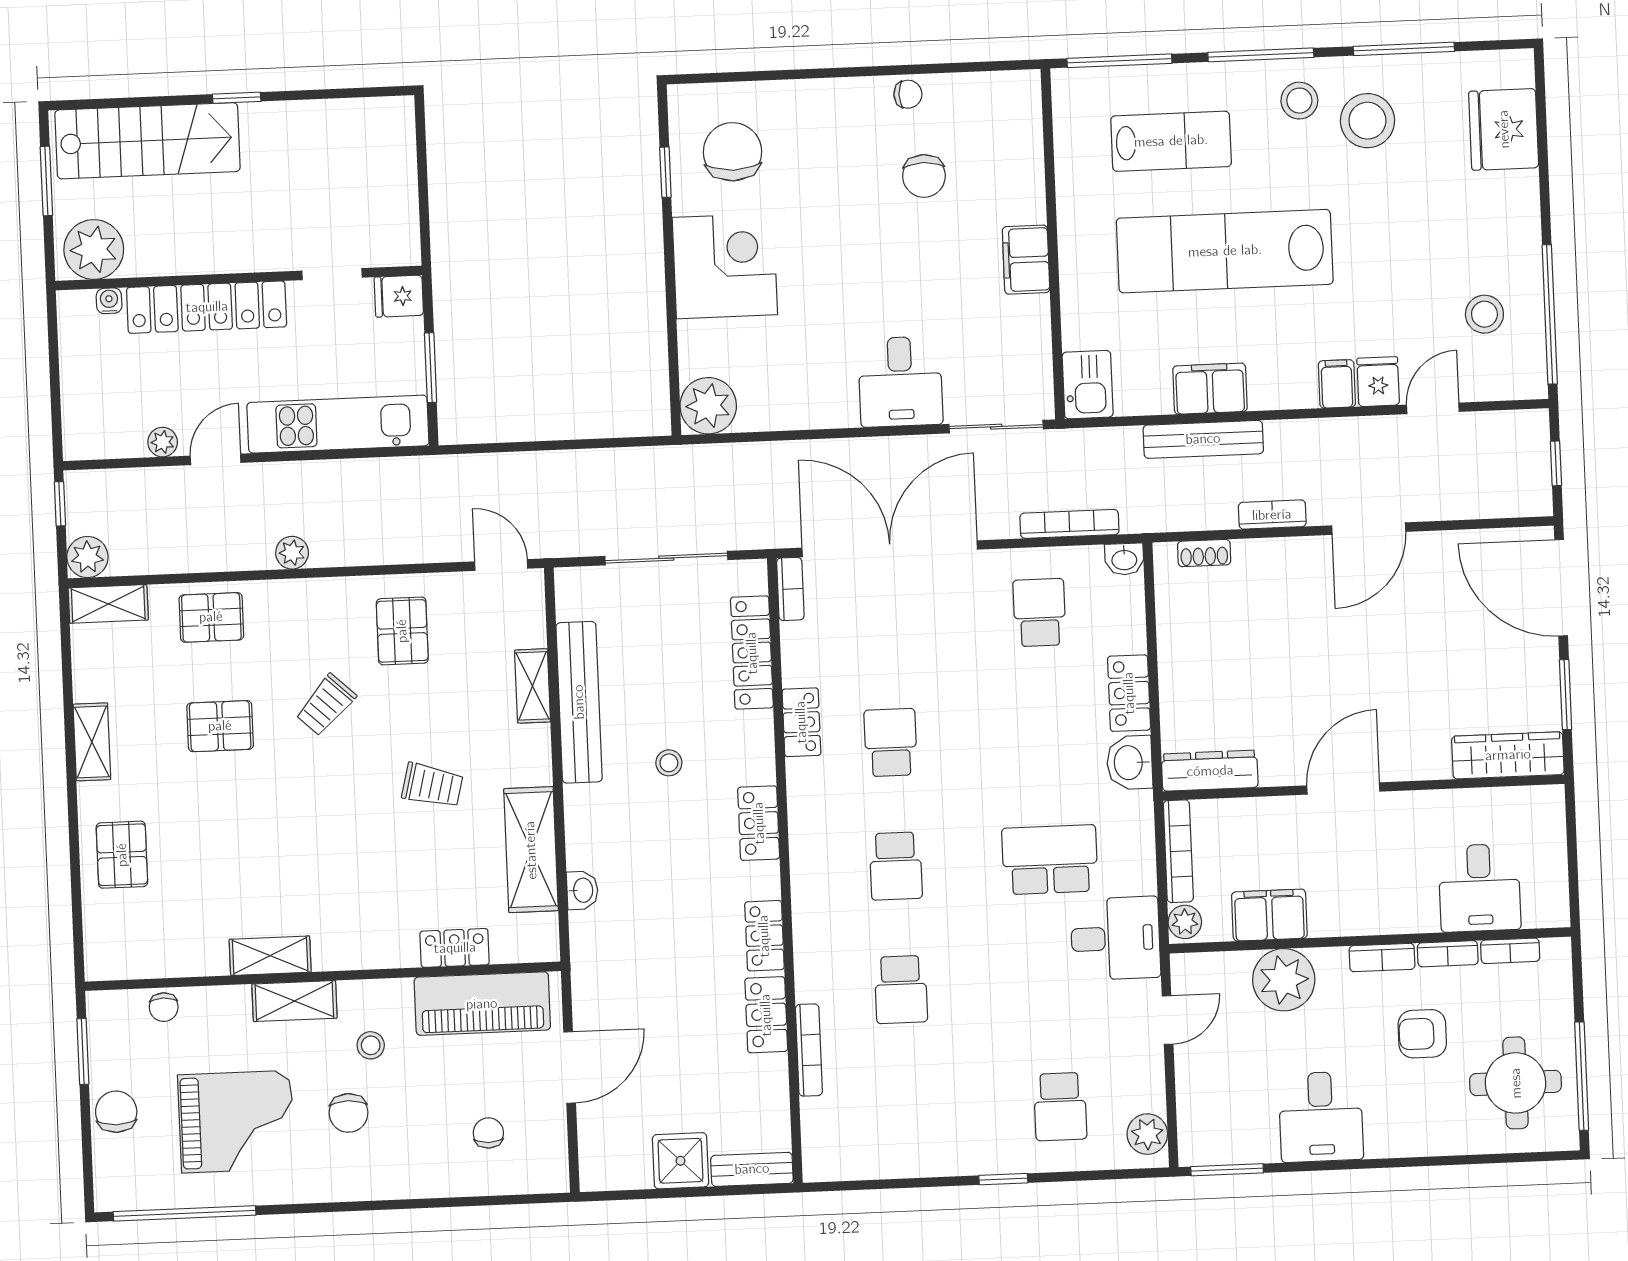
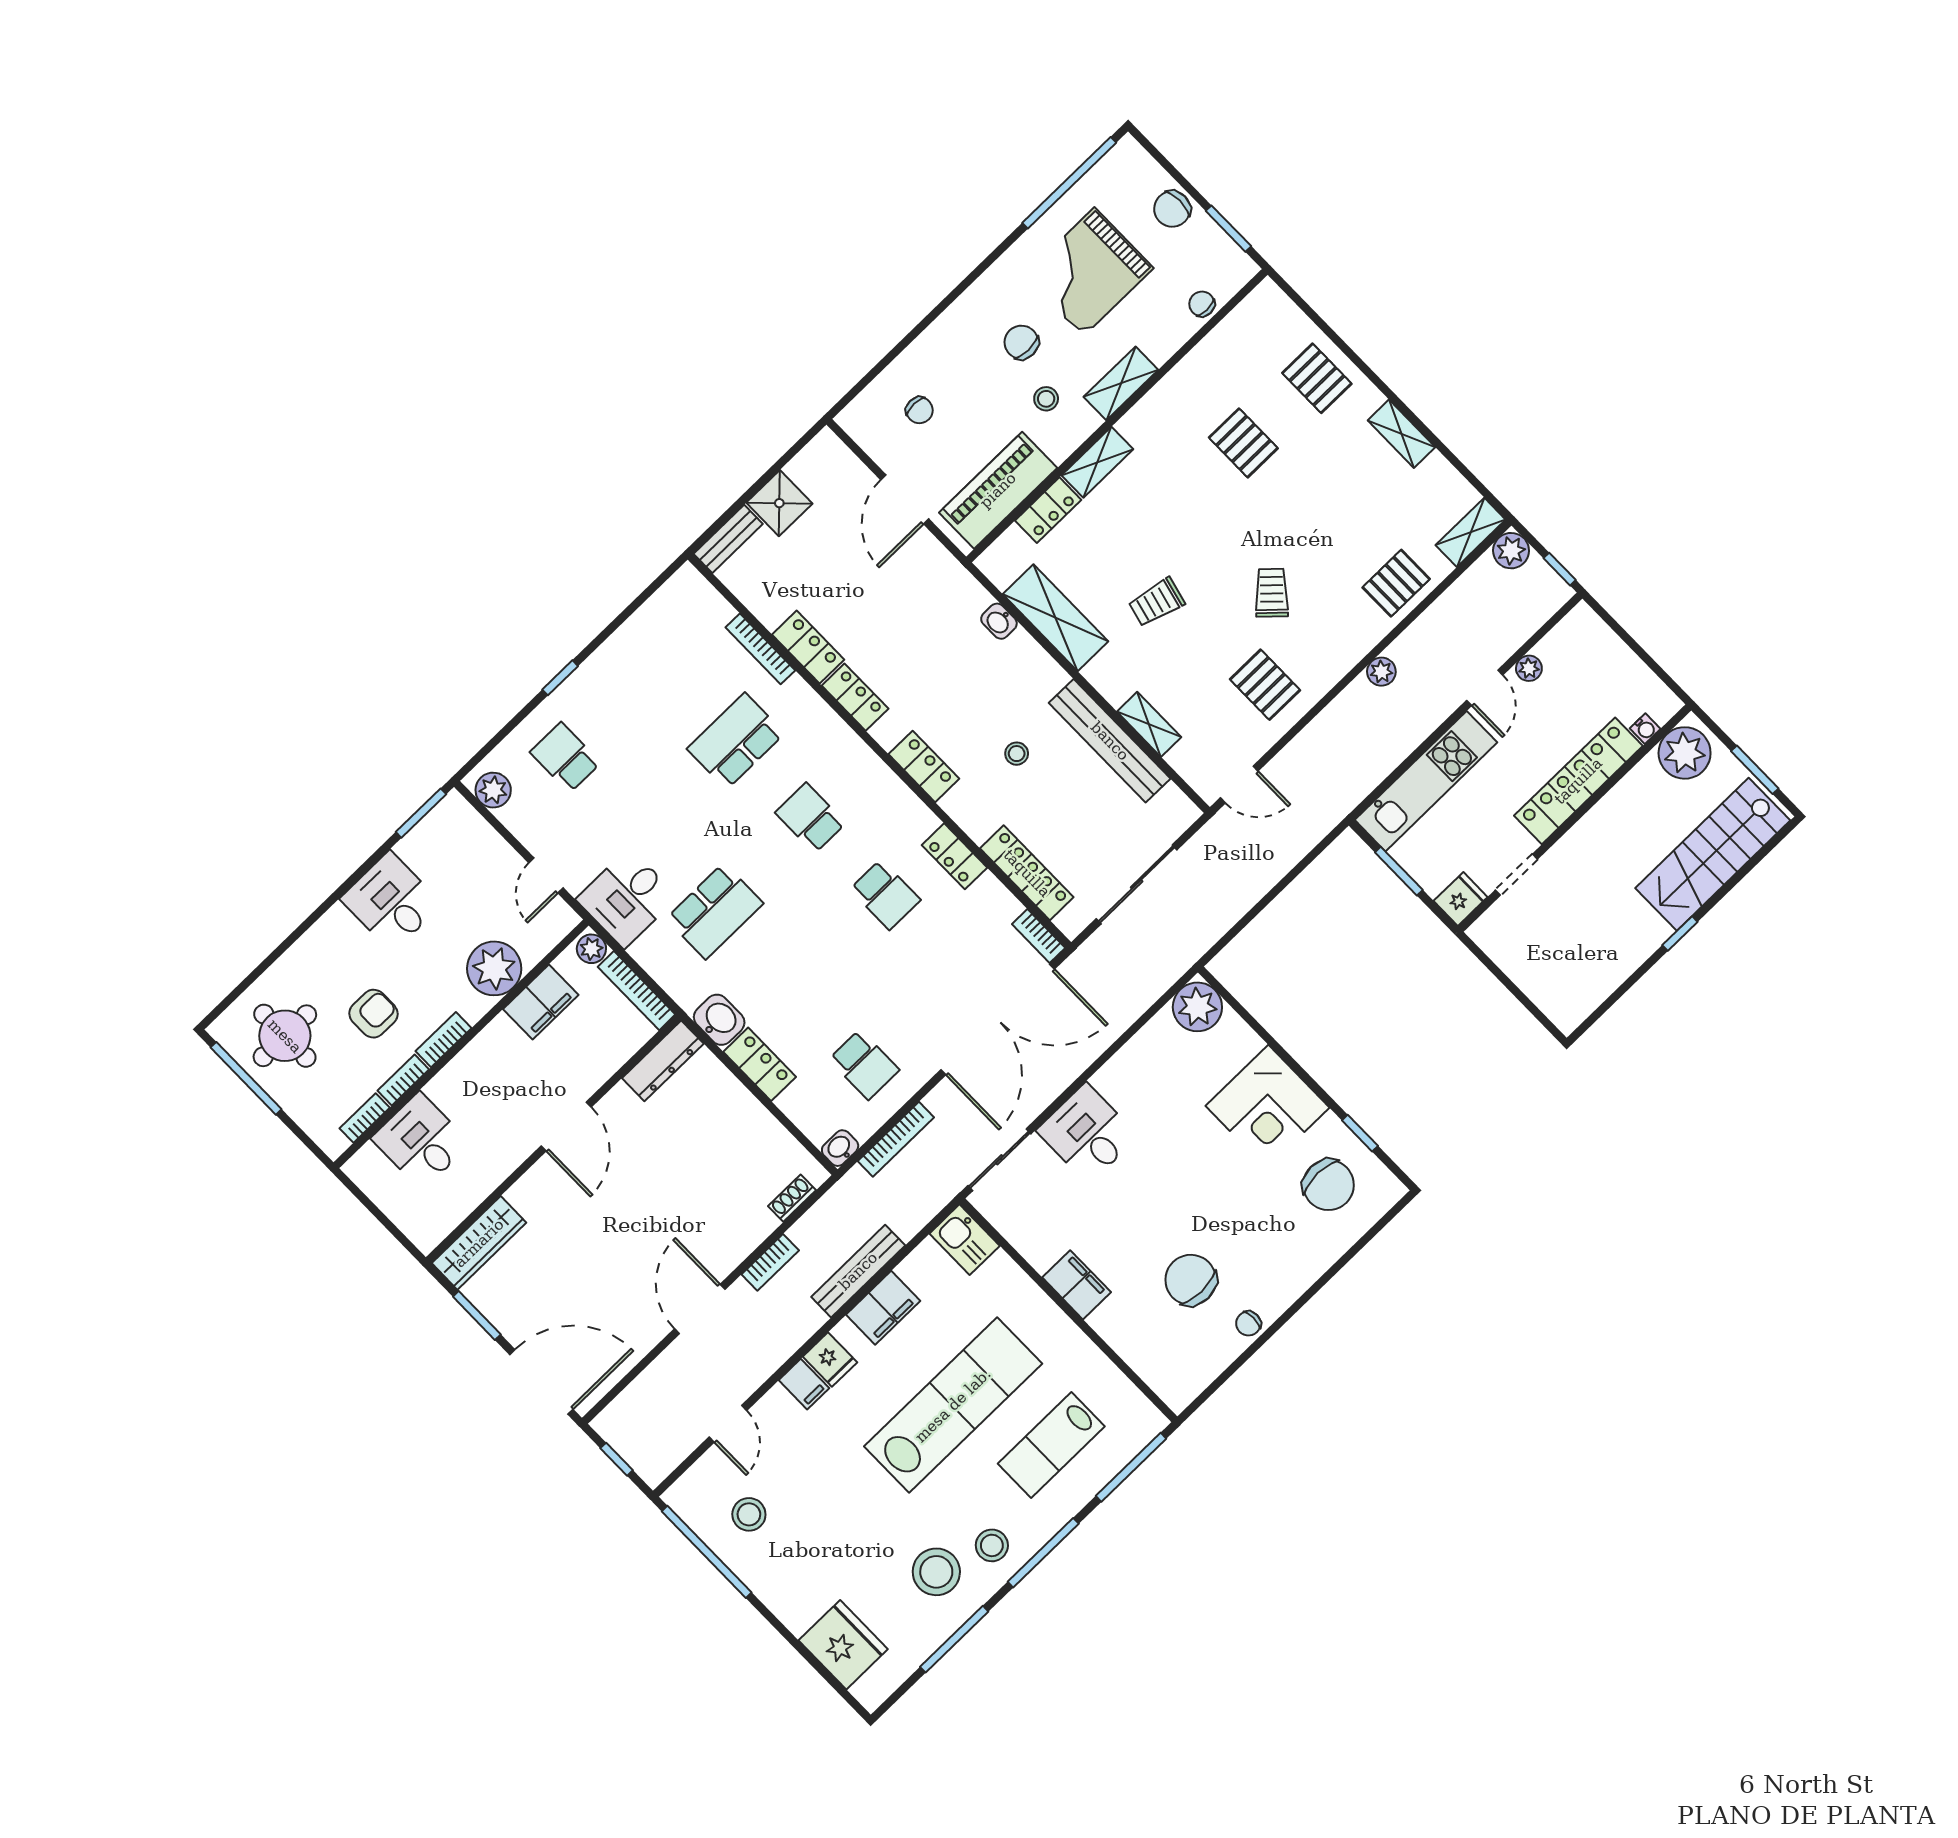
chair: (924, 176) -> (1191, 1280), width x1.37, depth x1.37
fridge: (1378, 382) -> (830, 1359), moved
pallet: (220, 726) -> (1243, 443), moved, turned 90
shelving: (270, 956) -> (1097, 462), moved
school desk: (901, 990) -> (736, 741), width x1.85
chair: (116, 1112) -> (1172, 209), turned 90

